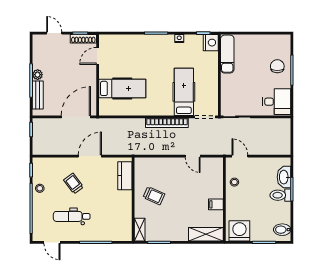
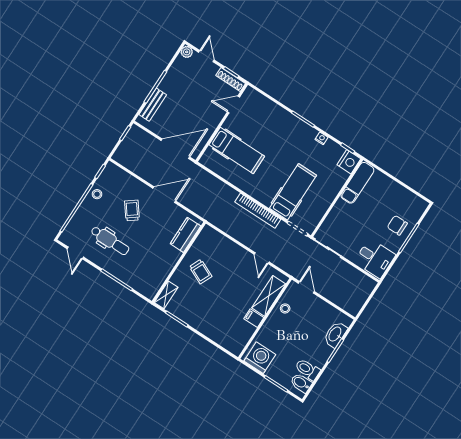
chair: (277, 66) -> (397, 225), turned -90
plant: (38, 75) -> (187, 52), moved
toilet: (280, 195) -> (307, 369), moved
dental chair: (72, 216) -> (110, 241), turned 180
shelving: (206, 234) -> (269, 296), moved, turned 90

